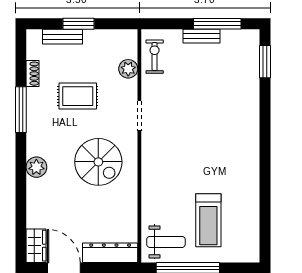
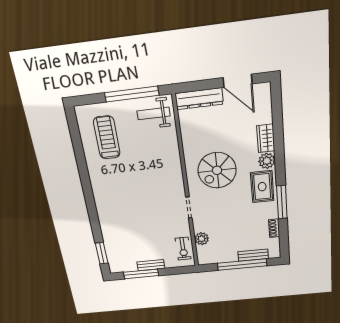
window: (78, 24) -> (242, 265), width x2.11
rug: (78, 96) -> (262, 187), moved, turned 90
spiral stairs: (98, 162) -> (217, 170), turned -90
treadmill: (208, 220) -> (107, 138), moved
wardrobe: (36, 246) -> (266, 138), moved

